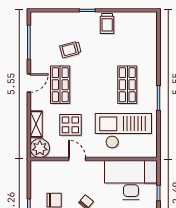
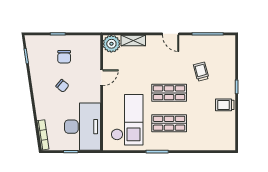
shop shelf: (60, 85) -> (169, 93), moved
display table: (70, 125) -> (133, 72), removed

